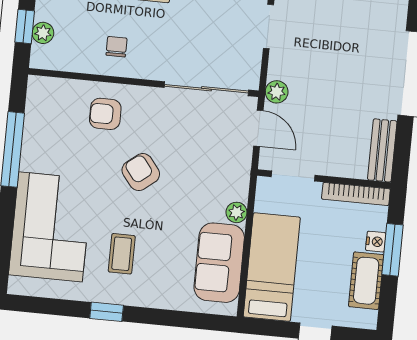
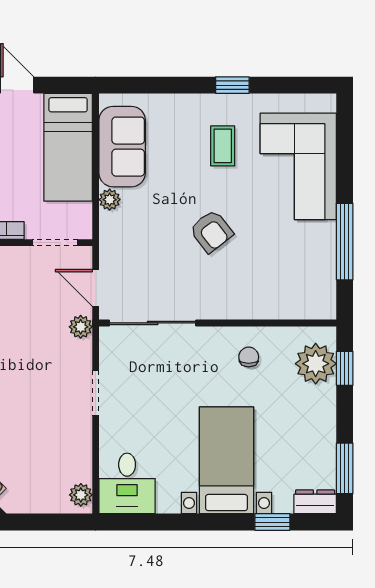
plant: (43, 33) -> (316, 364), width x1.87, depth x1.87
chair: (117, 47) -> (249, 357), turned 180
armchair: (105, 114) -> (253, 287), removed

